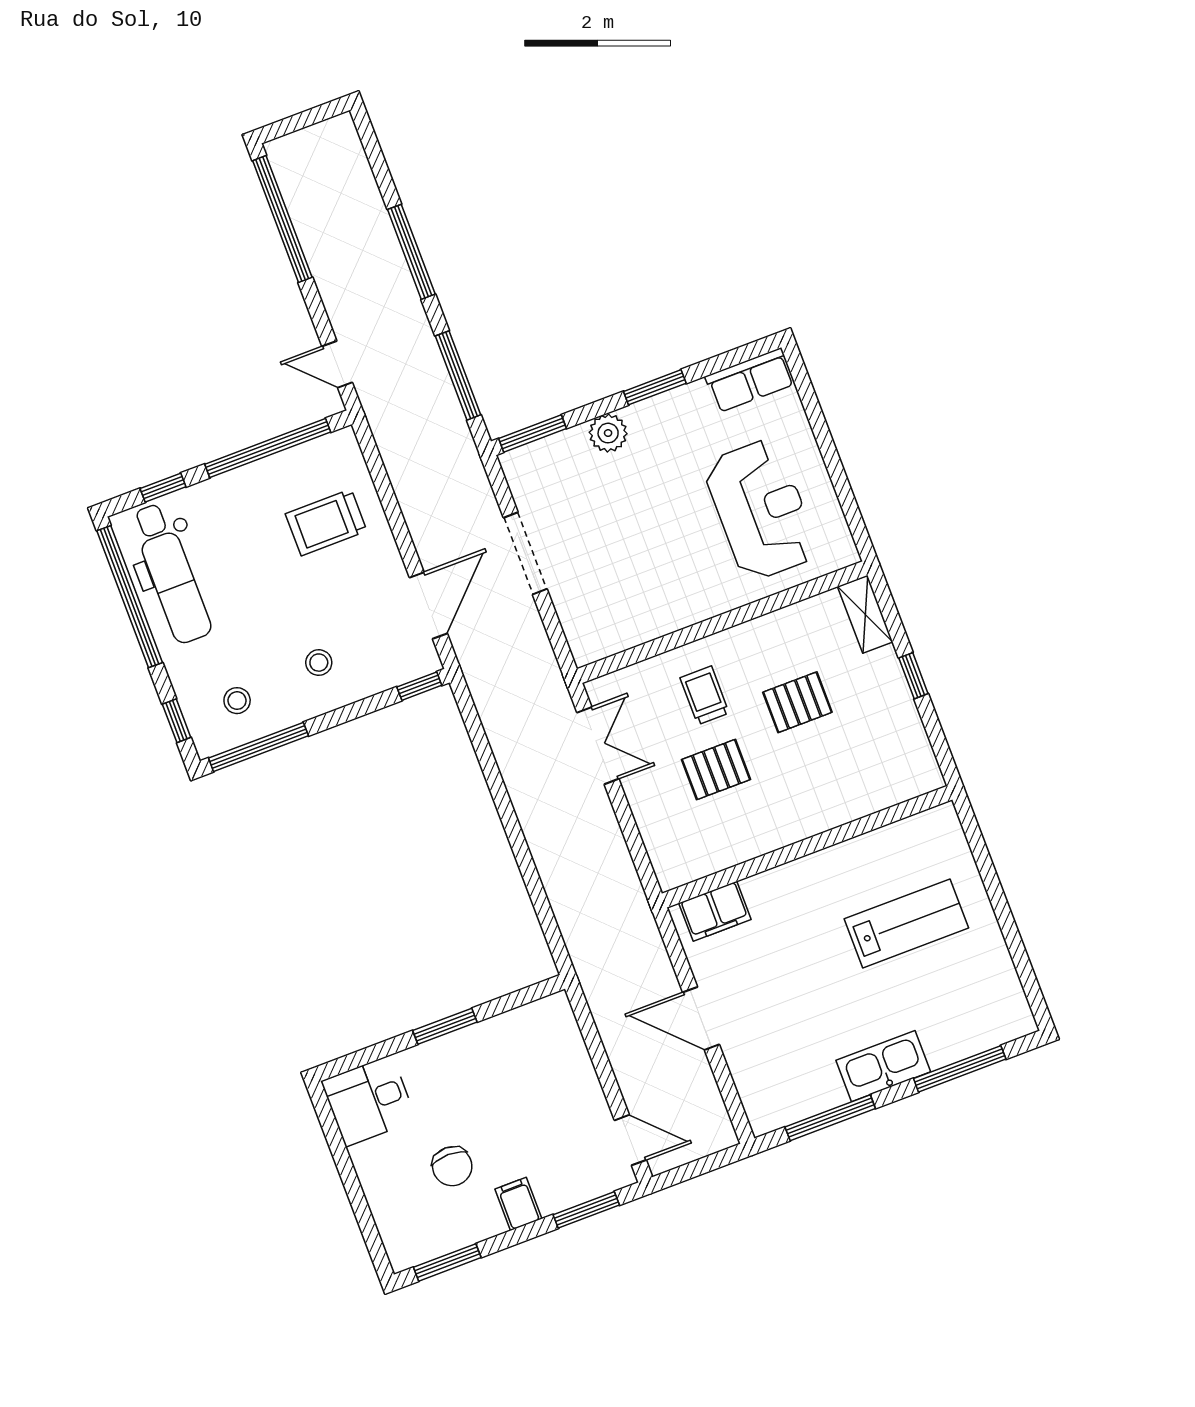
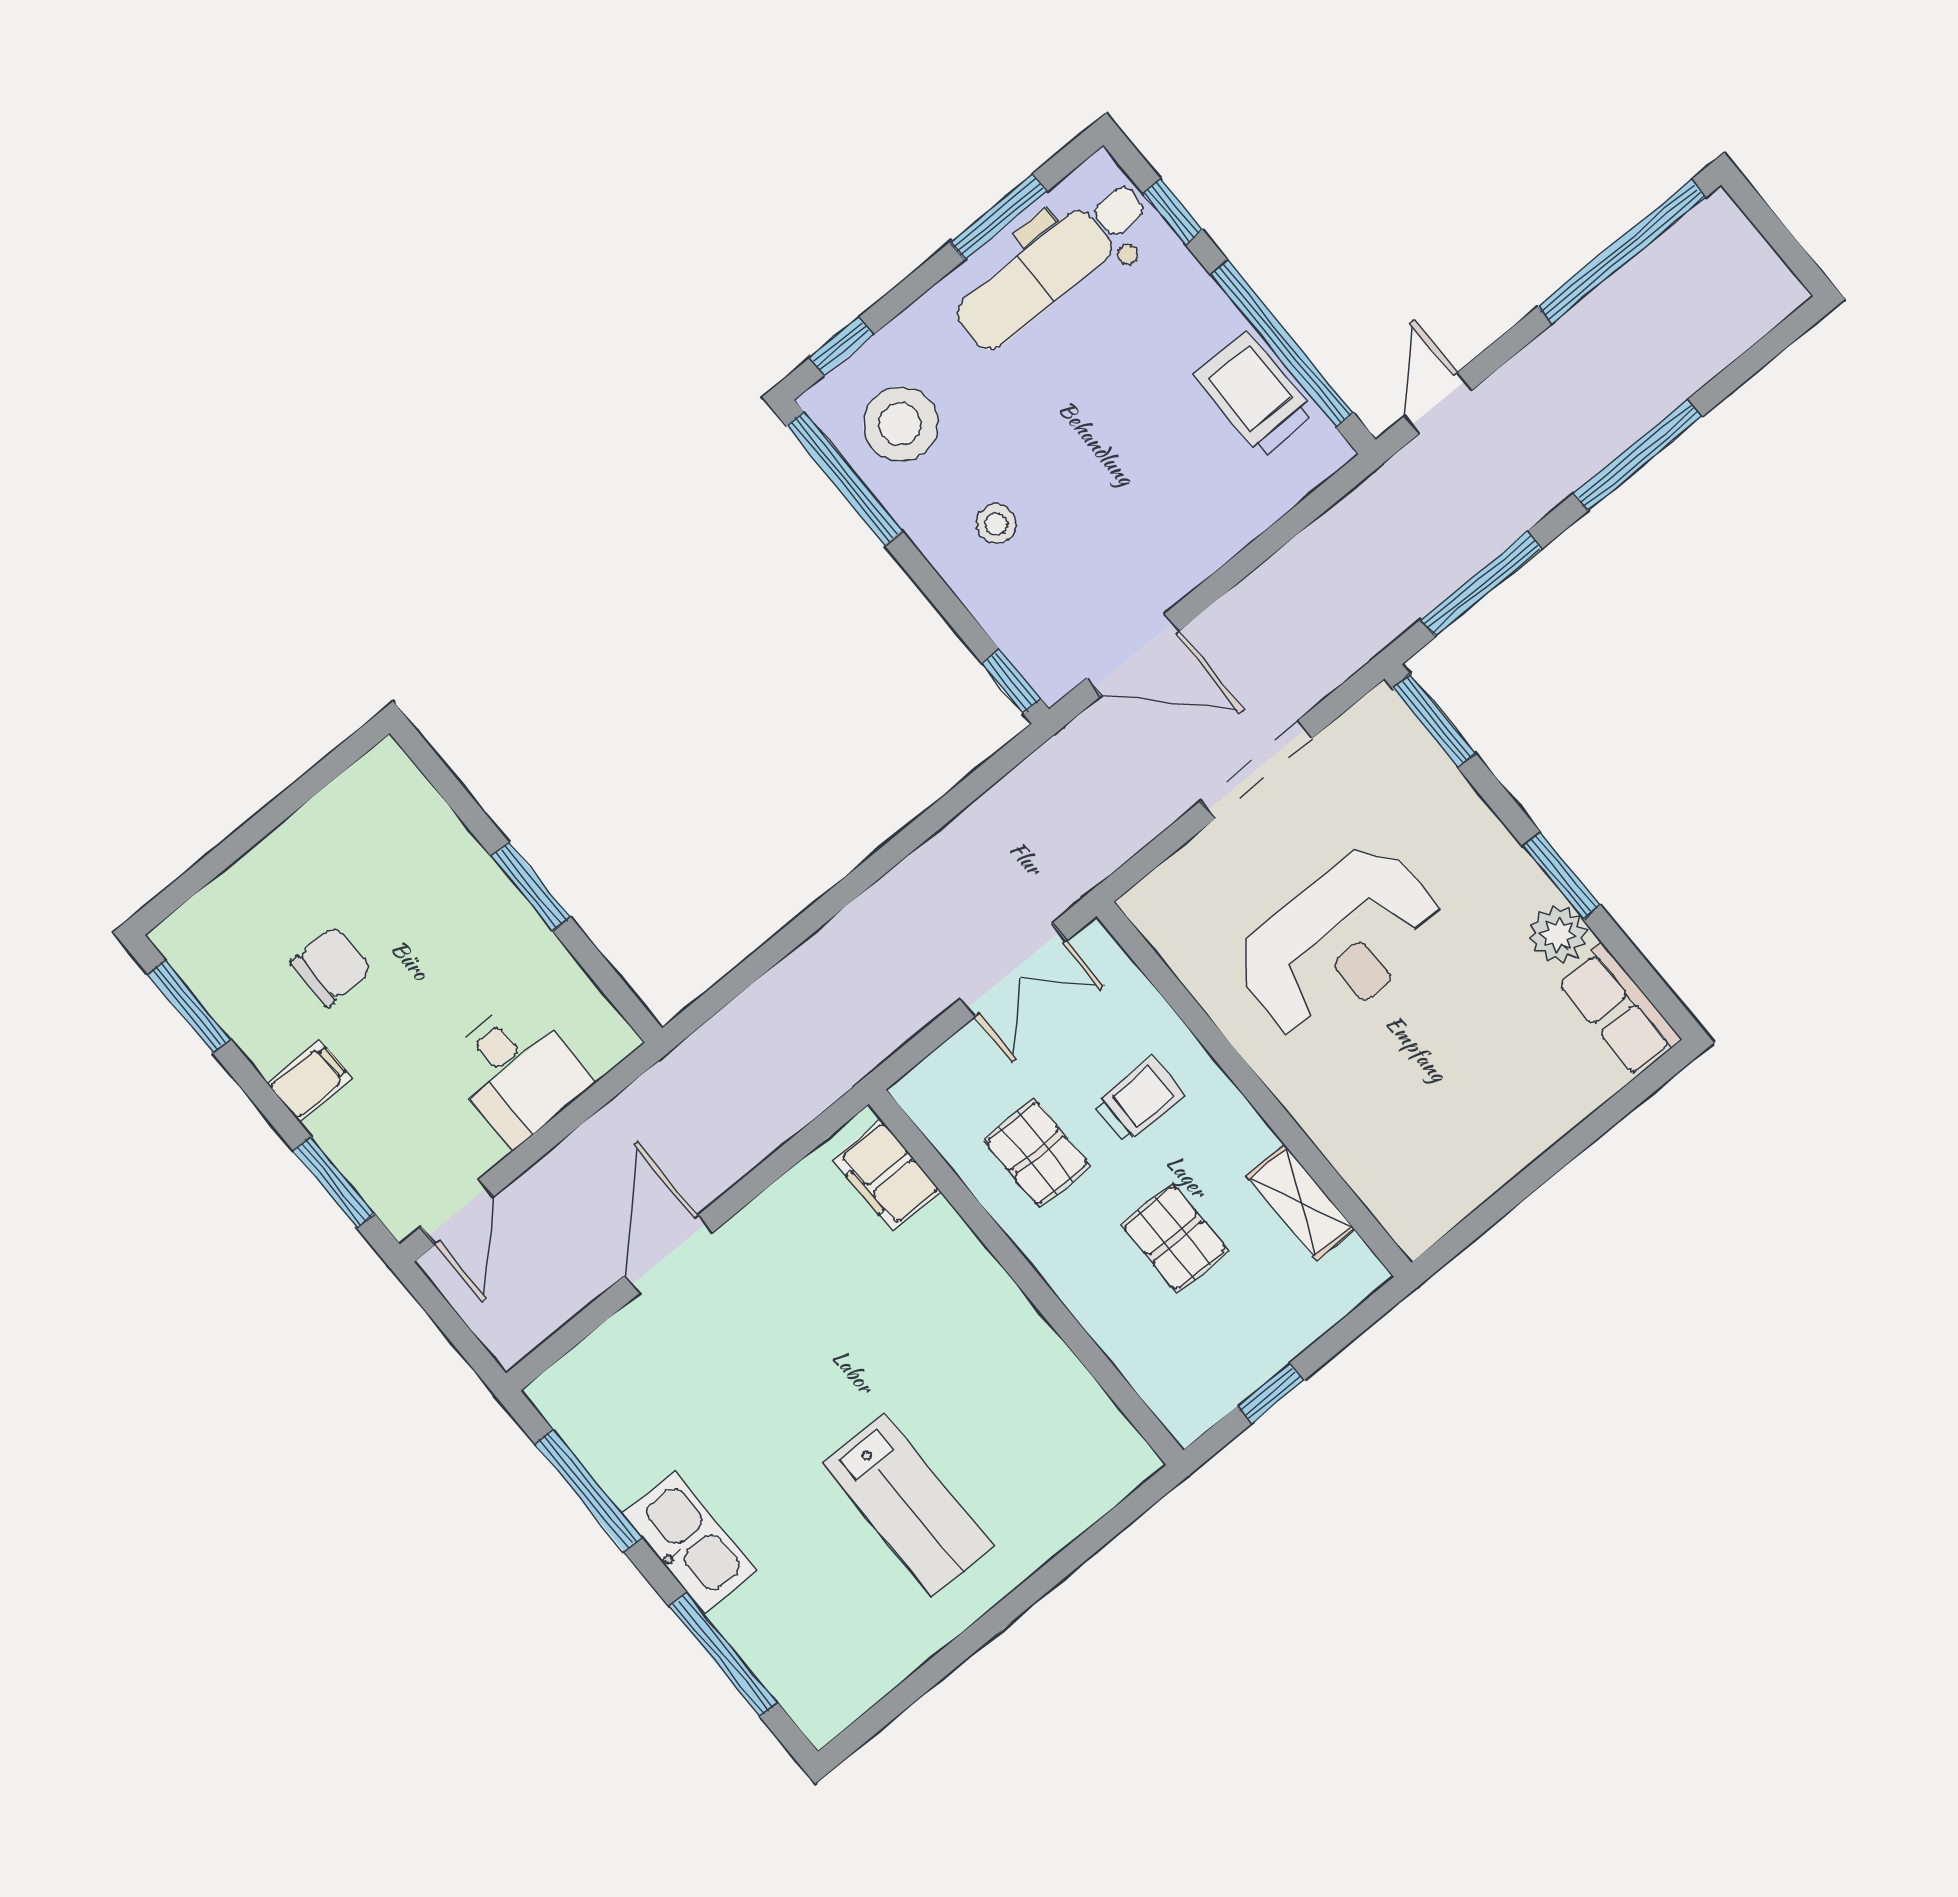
plant: (608, 433) -> (1558, 935), moved
reception desk: (761, 510) -> (1339, 943), moved
trolley: (326, 522) -> (1254, 394), moved
window: (130, 597) -> (998, 217), width x0.47
shelving: (865, 614) -> (1301, 1202), moved, turned 90
stool: (237, 701) -> (901, 424), width x1.89, depth x1.89
wall: (807, 847) -> (1026, 1277), moved
filing cabinet: (715, 911) -> (887, 1175), moved
desk: (369, 1101) -> (517, 1072), moved, turned 180
chair: (452, 1166) -> (331, 966), turned 180

